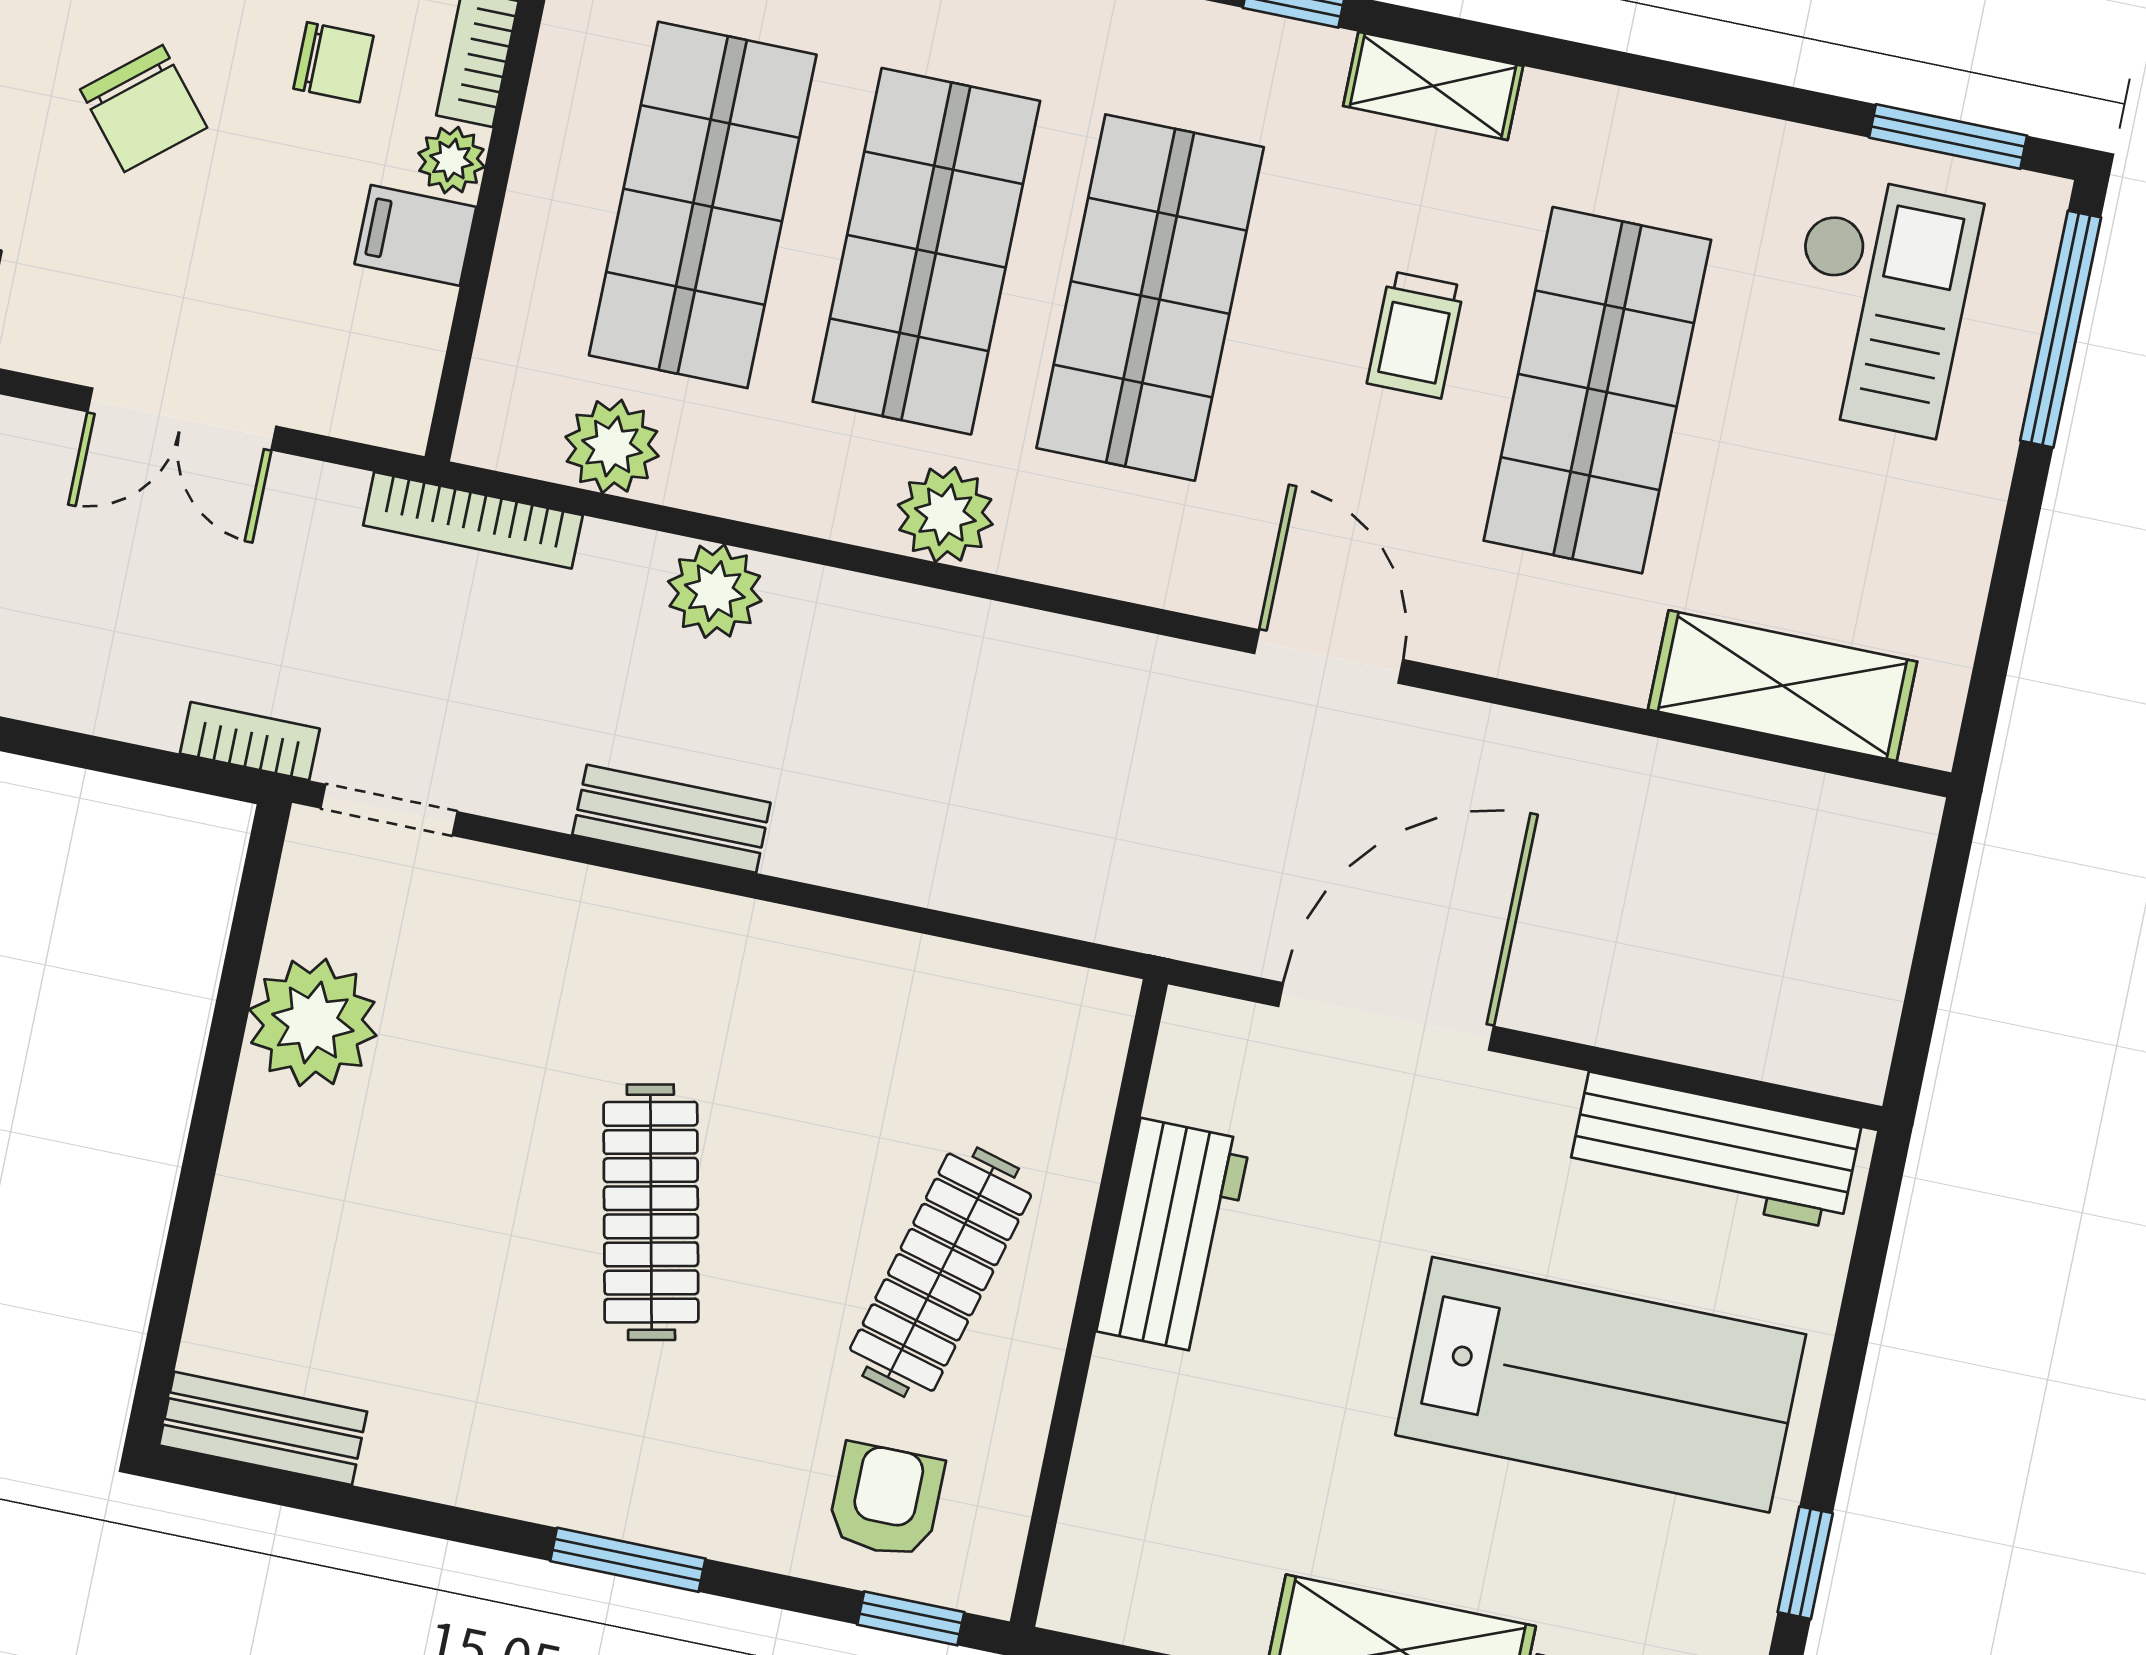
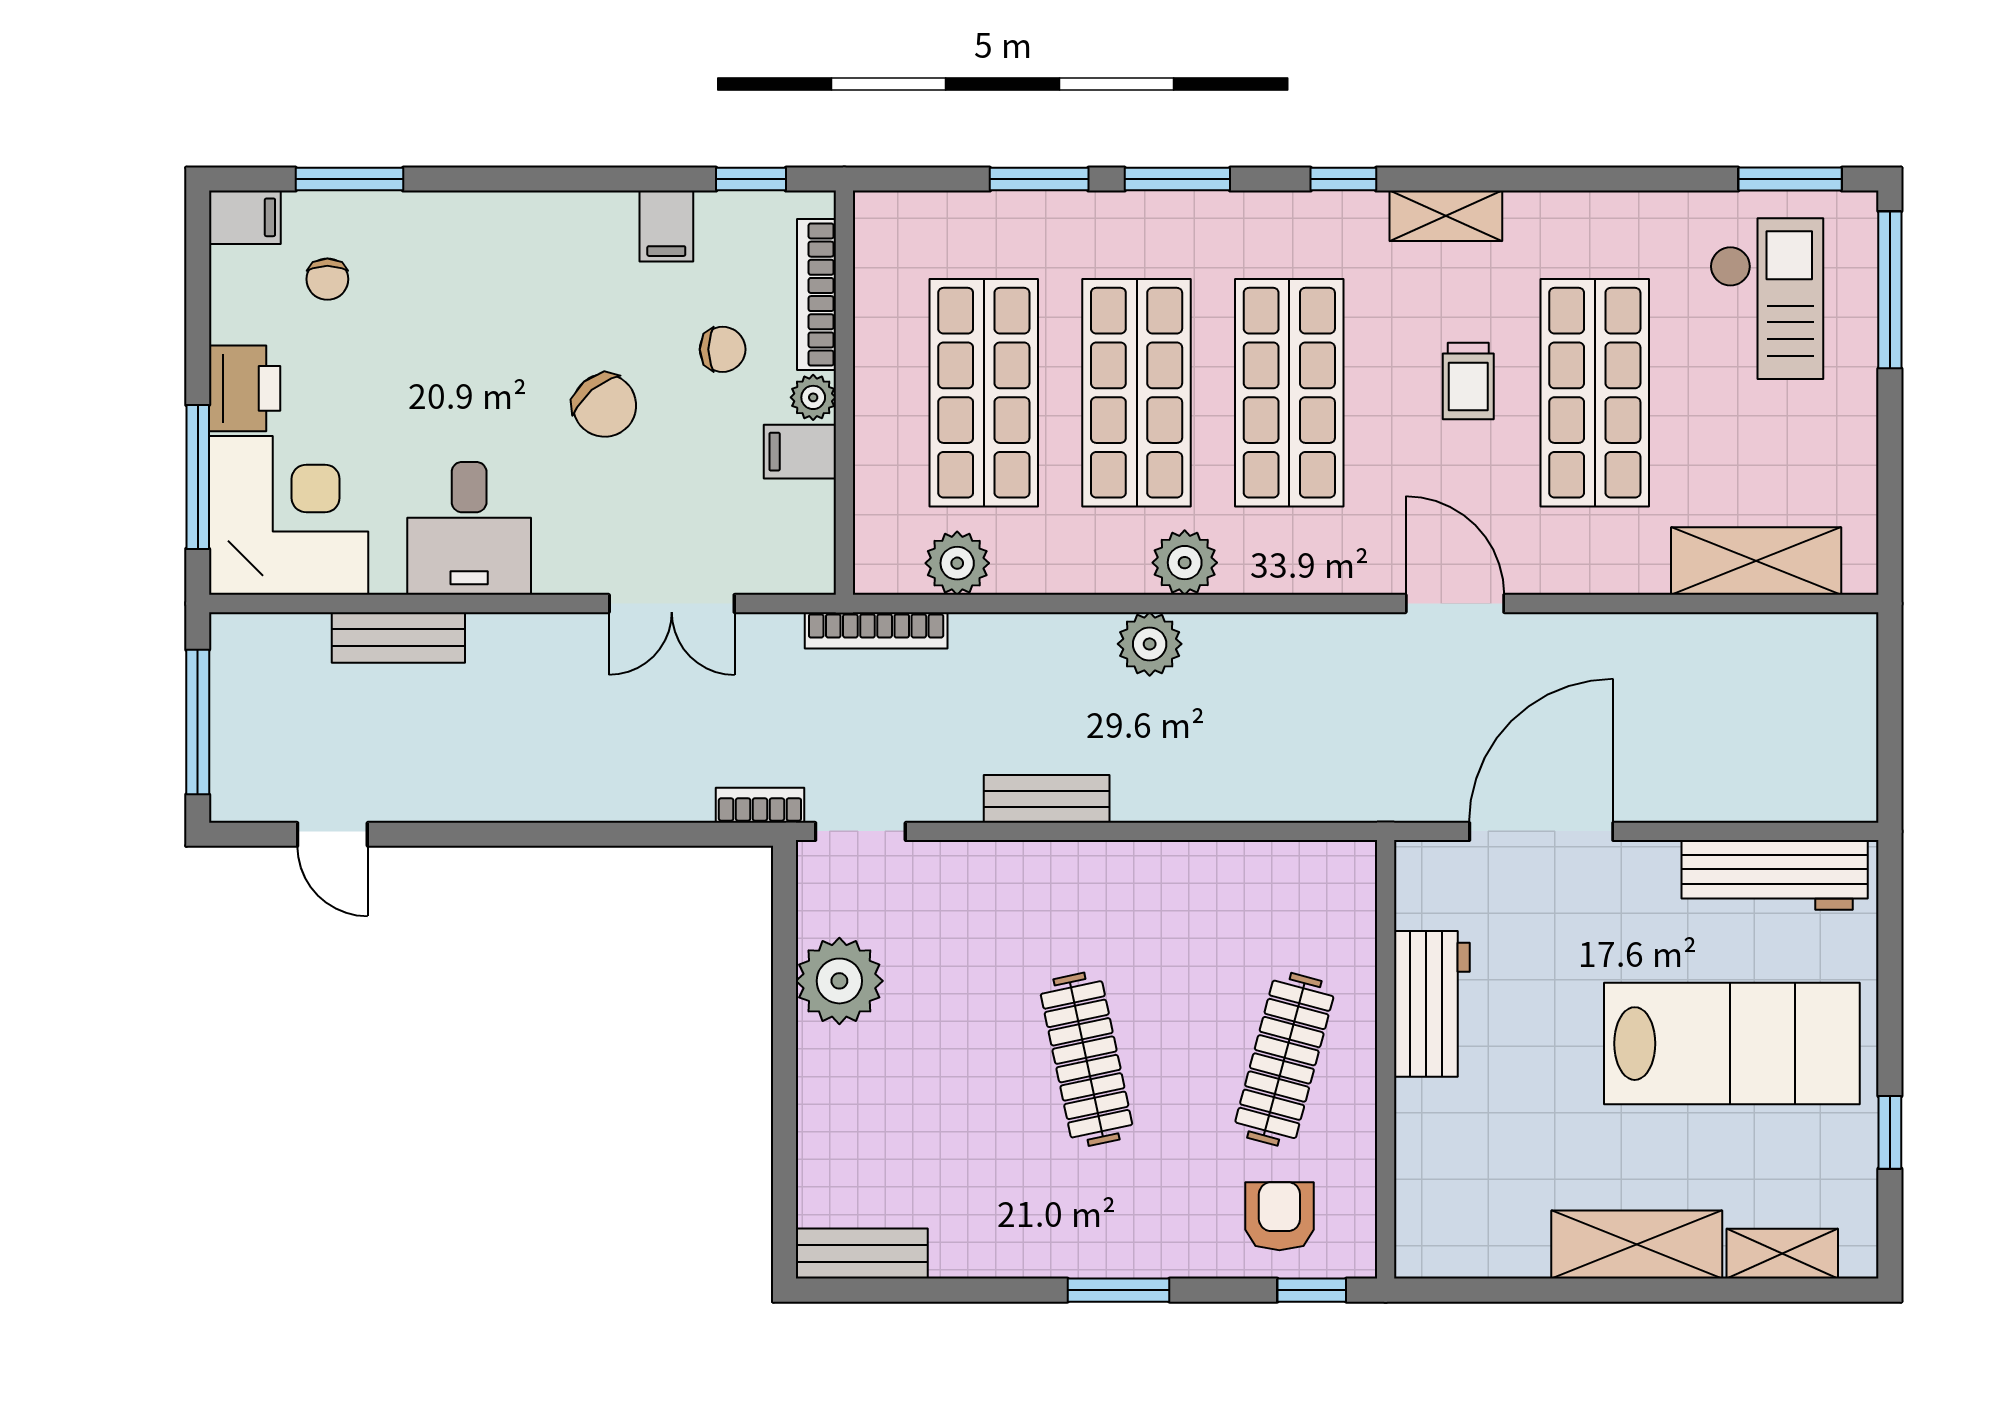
plant: (715, 591) -> (1150, 644), moved

